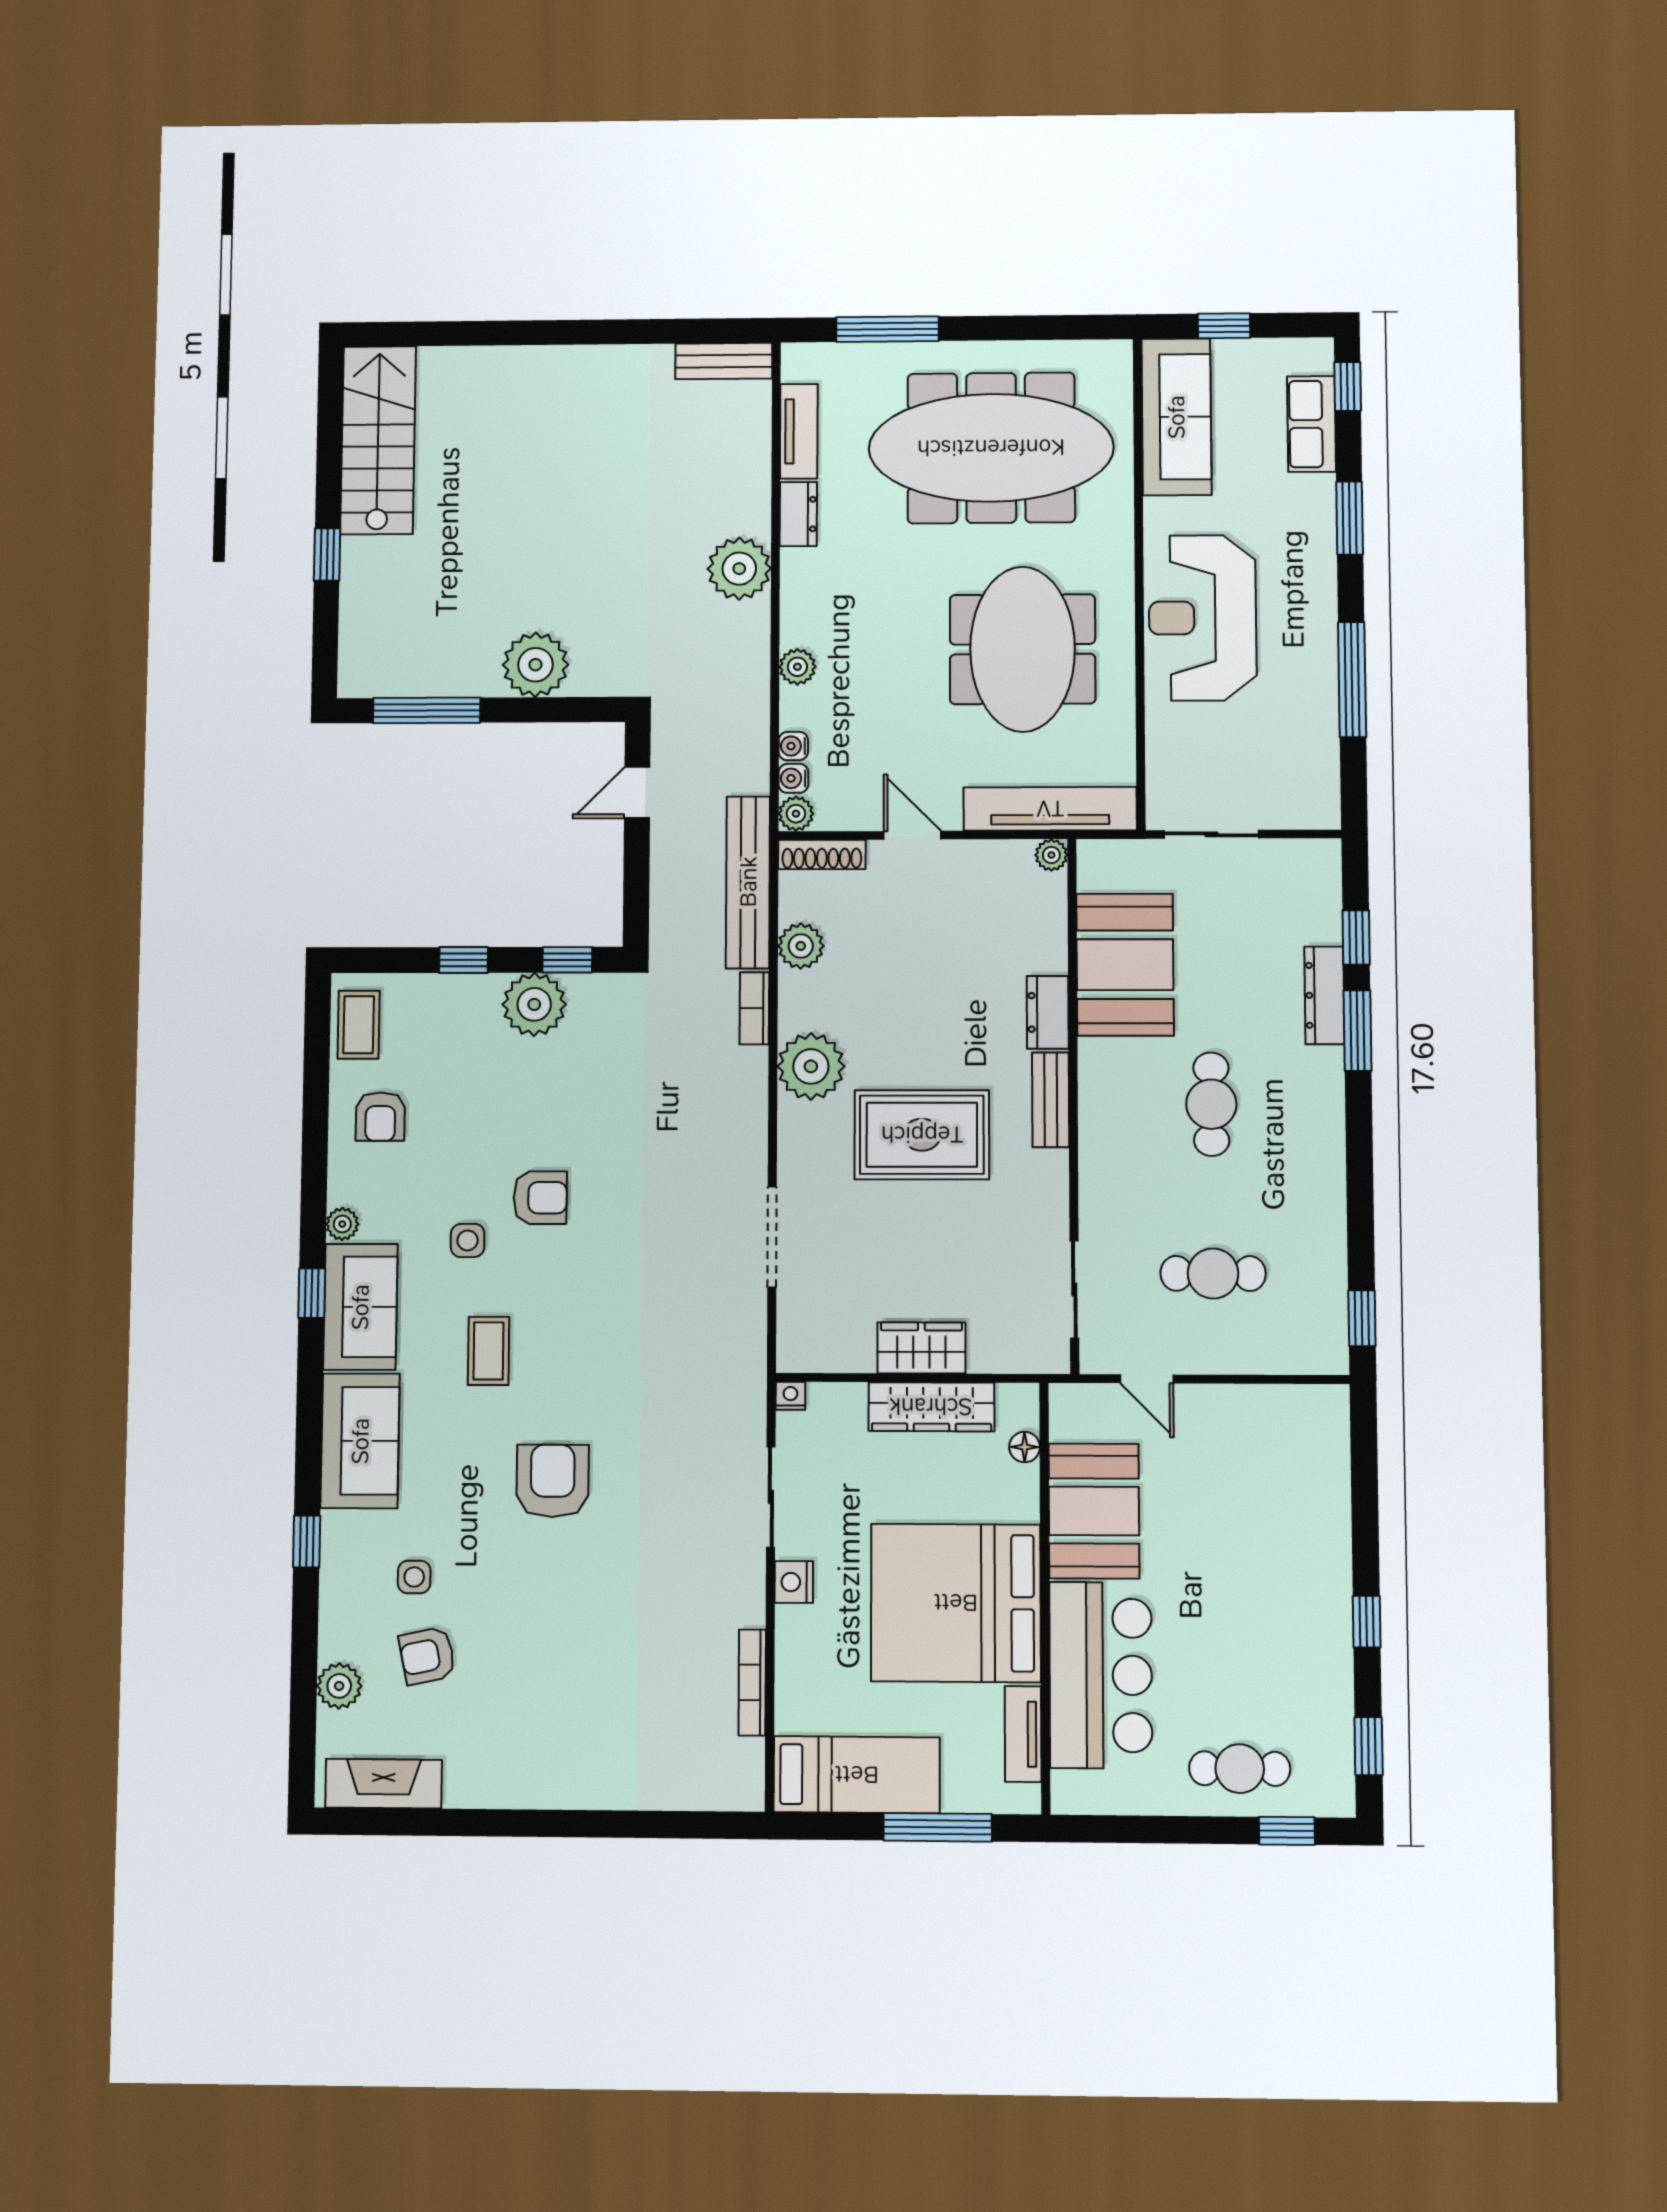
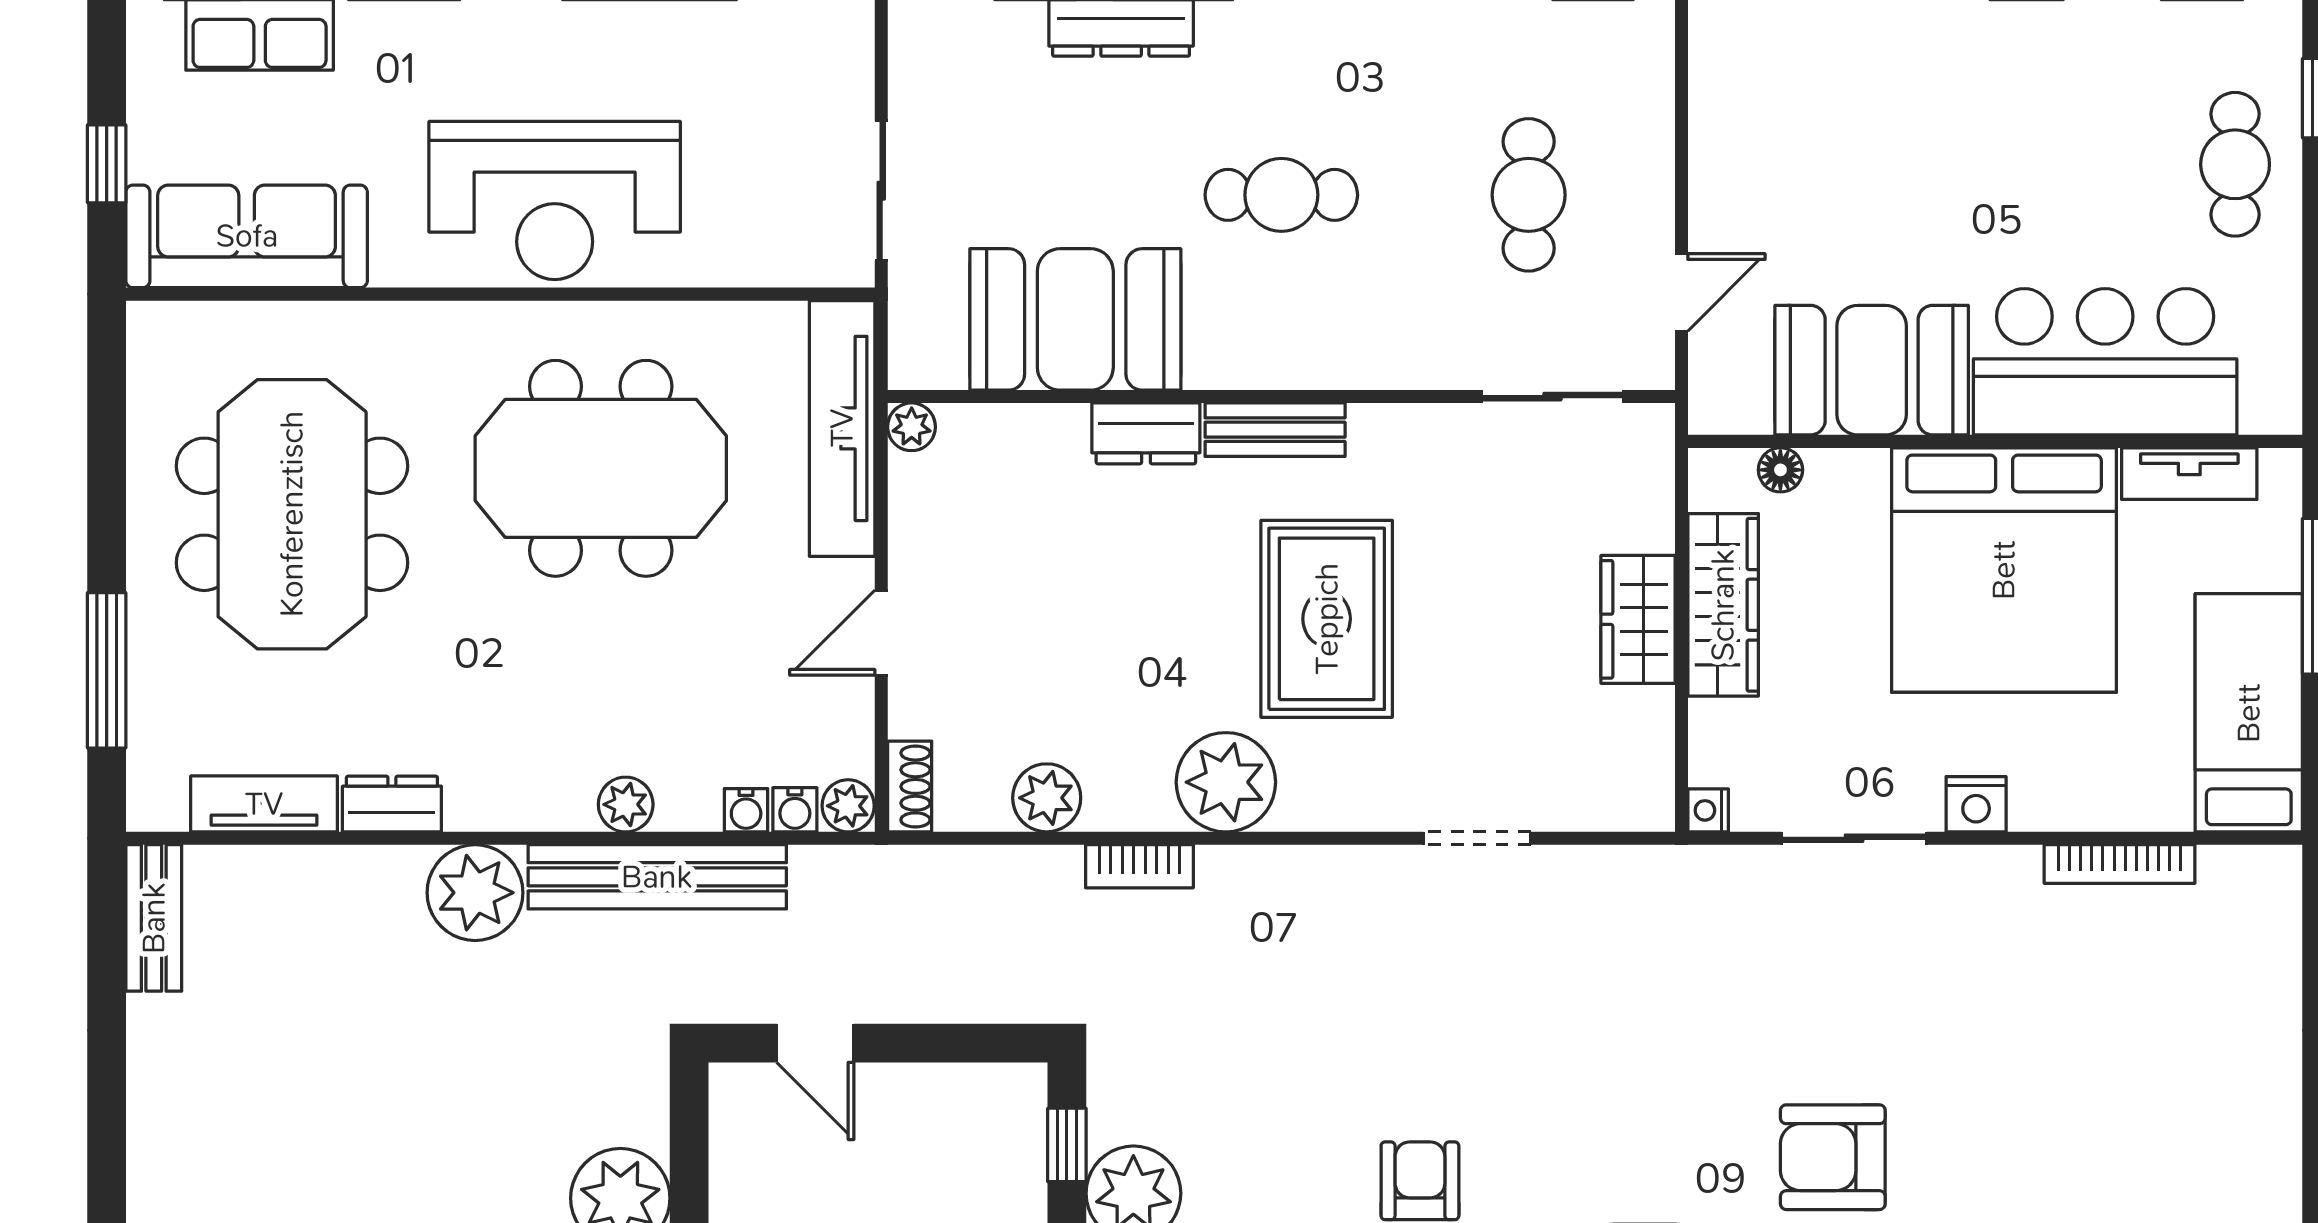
meeting table: (991, 448) -> (292, 514), width x0.73
shoe rack: (822, 854) -> (910, 786), width x0.70
bench: (748, 882) -> (657, 877), moved
doorway: (772, 1237) -> (1477, 838), width x0.73

